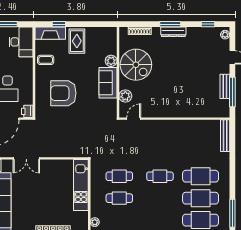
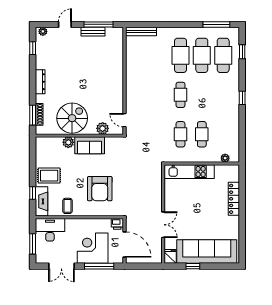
window: (170, 24) -> (33, 115), moved

